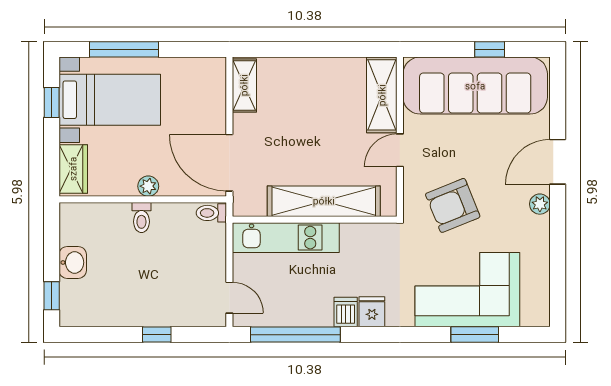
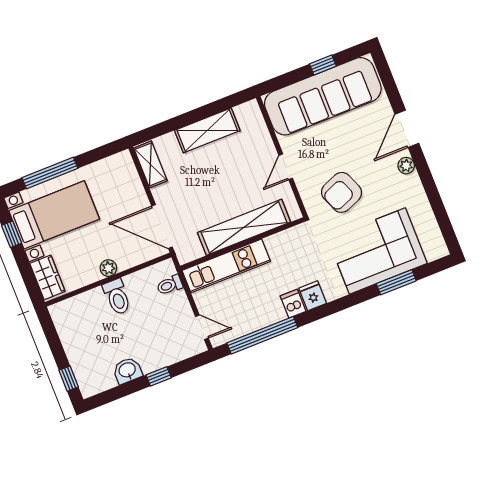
shelving: (382, 95) -> (207, 130), moved, turned 90
toilet: (211, 213) -> (170, 285), moved
toilet: (141, 218) -> (117, 297), width x1.37, depth x1.39
washbasin: (73, 262) -> (127, 370), moved, turned -90

